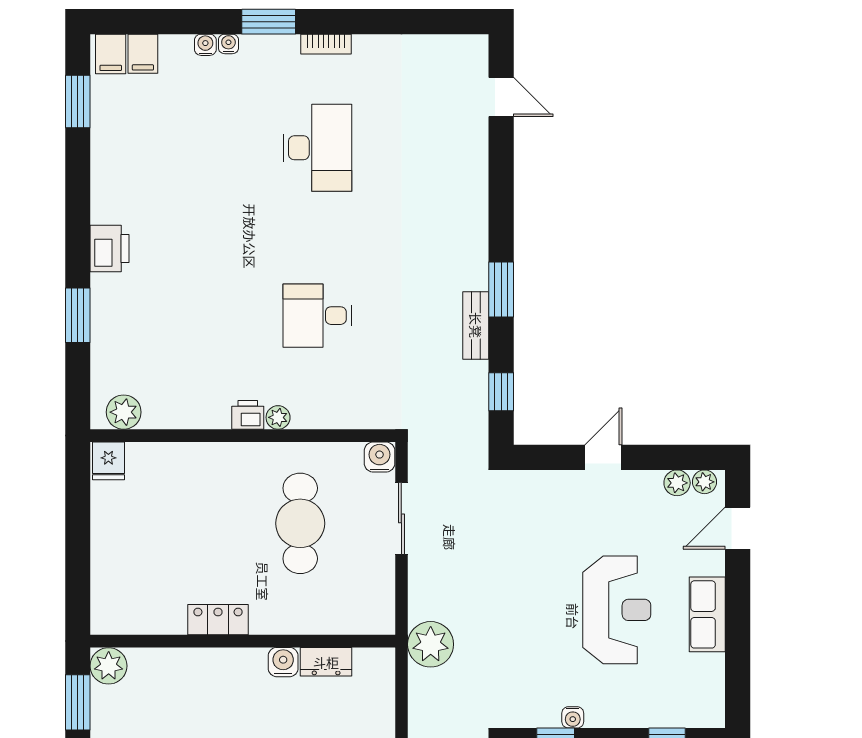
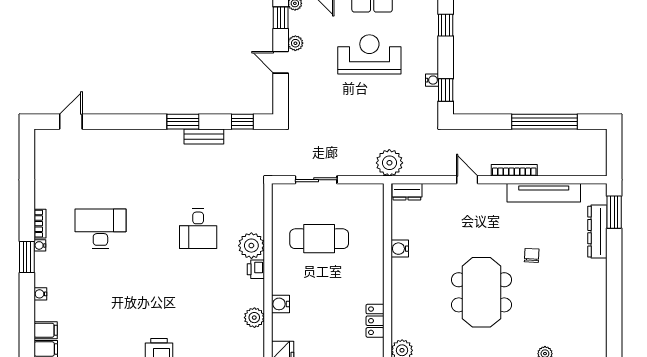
water cooler: (228, 44) -> (40, 245), moved
plant: (124, 412) -> (254, 318), moved
plant: (278, 417) -> (251, 246), width x1.87, depth x1.87
water cooler: (380, 457) -> (280, 304), moved
window: (680, 457) -> (281, 18), added
plant: (677, 483) -> (295, 43), moved
locker: (218, 620) -> (375, 321), moved
dresser: (326, 662) -> (407, 192), moved, turned 90

